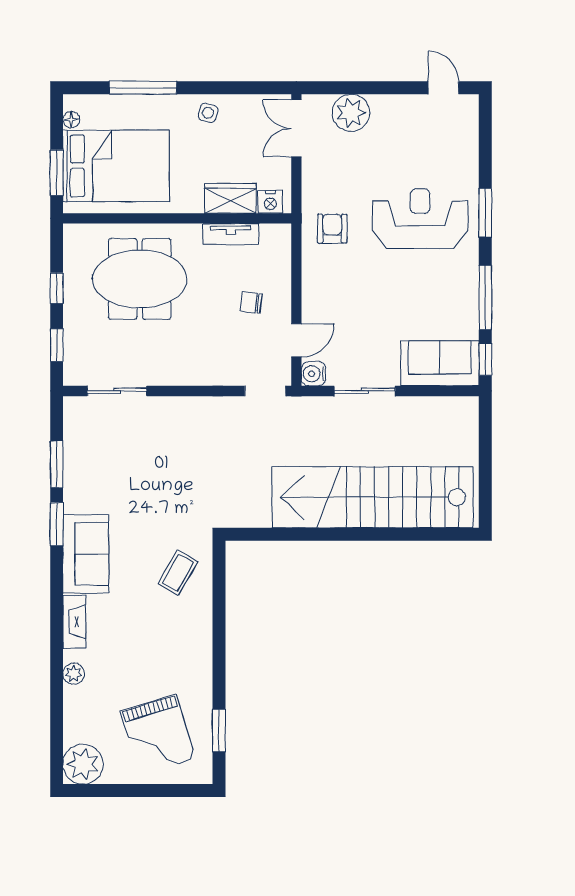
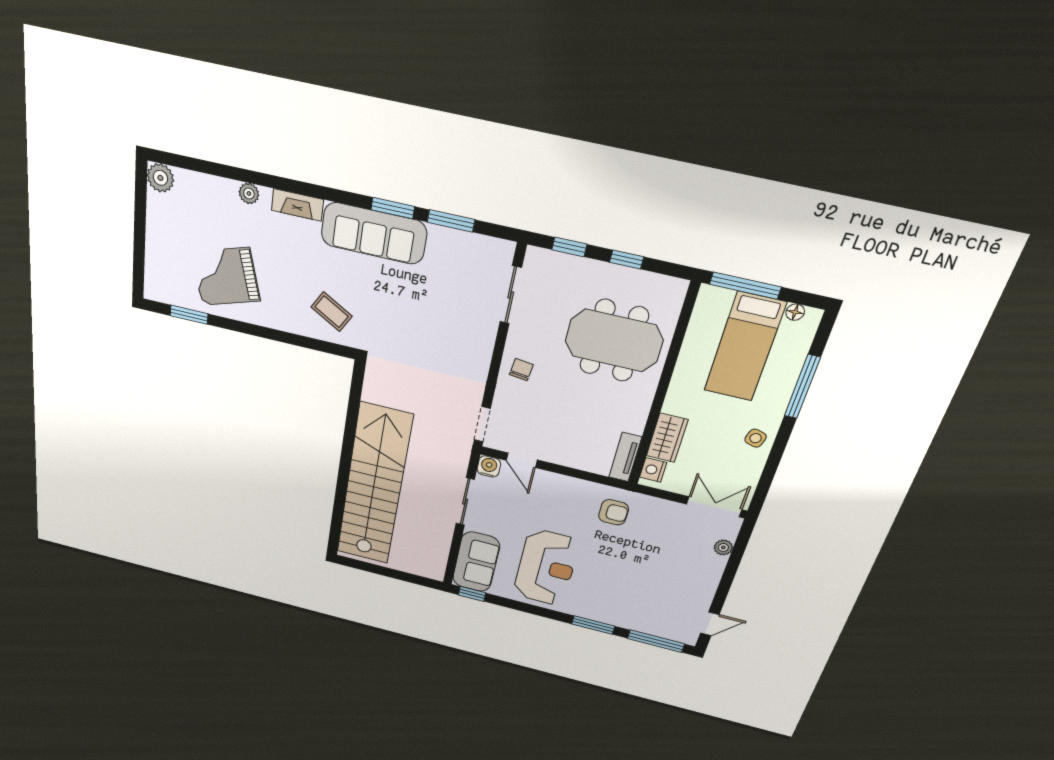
plant: (351, 113) -> (723, 547), width x0.53, depth x0.53
bed: (116, 166) -> (745, 347), width x0.67
window: (57, 173) -> (745, 286), width x1.44
reception desk: (420, 218) -> (546, 568), moved
tv unit: (231, 234) -> (625, 457), moved
meeting table: (140, 279) -> (614, 341), turned 90
window: (485, 297) -> (656, 641), moved
chair: (251, 303) -> (521, 370), moved
sofa: (86, 554) -> (374, 233), width x1.36
grand piano: (158, 735) -> (226, 277), moved
plant: (83, 764) -> (160, 178), width x0.73, depth x0.73

